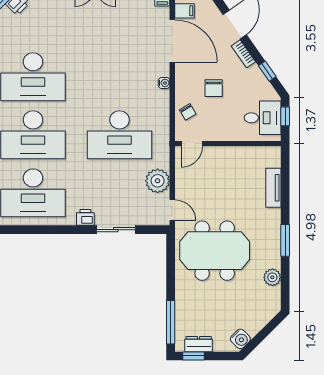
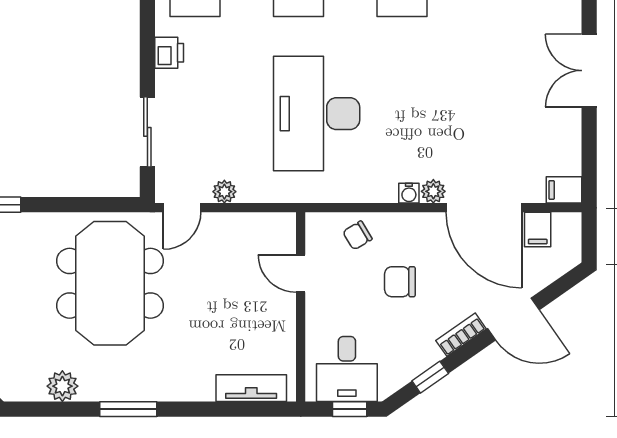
door: (172, 41) -> (484, 208), hinge flipped
plant: (163, 69) -> (433, 191), added
door: (192, 144) -> (301, 273), moved
plant: (158, 181) -> (224, 192), width x0.53, depth x0.53
tv unit: (273, 188) -> (251, 388), moved
sliding door: (116, 230) -> (147, 132), moved

